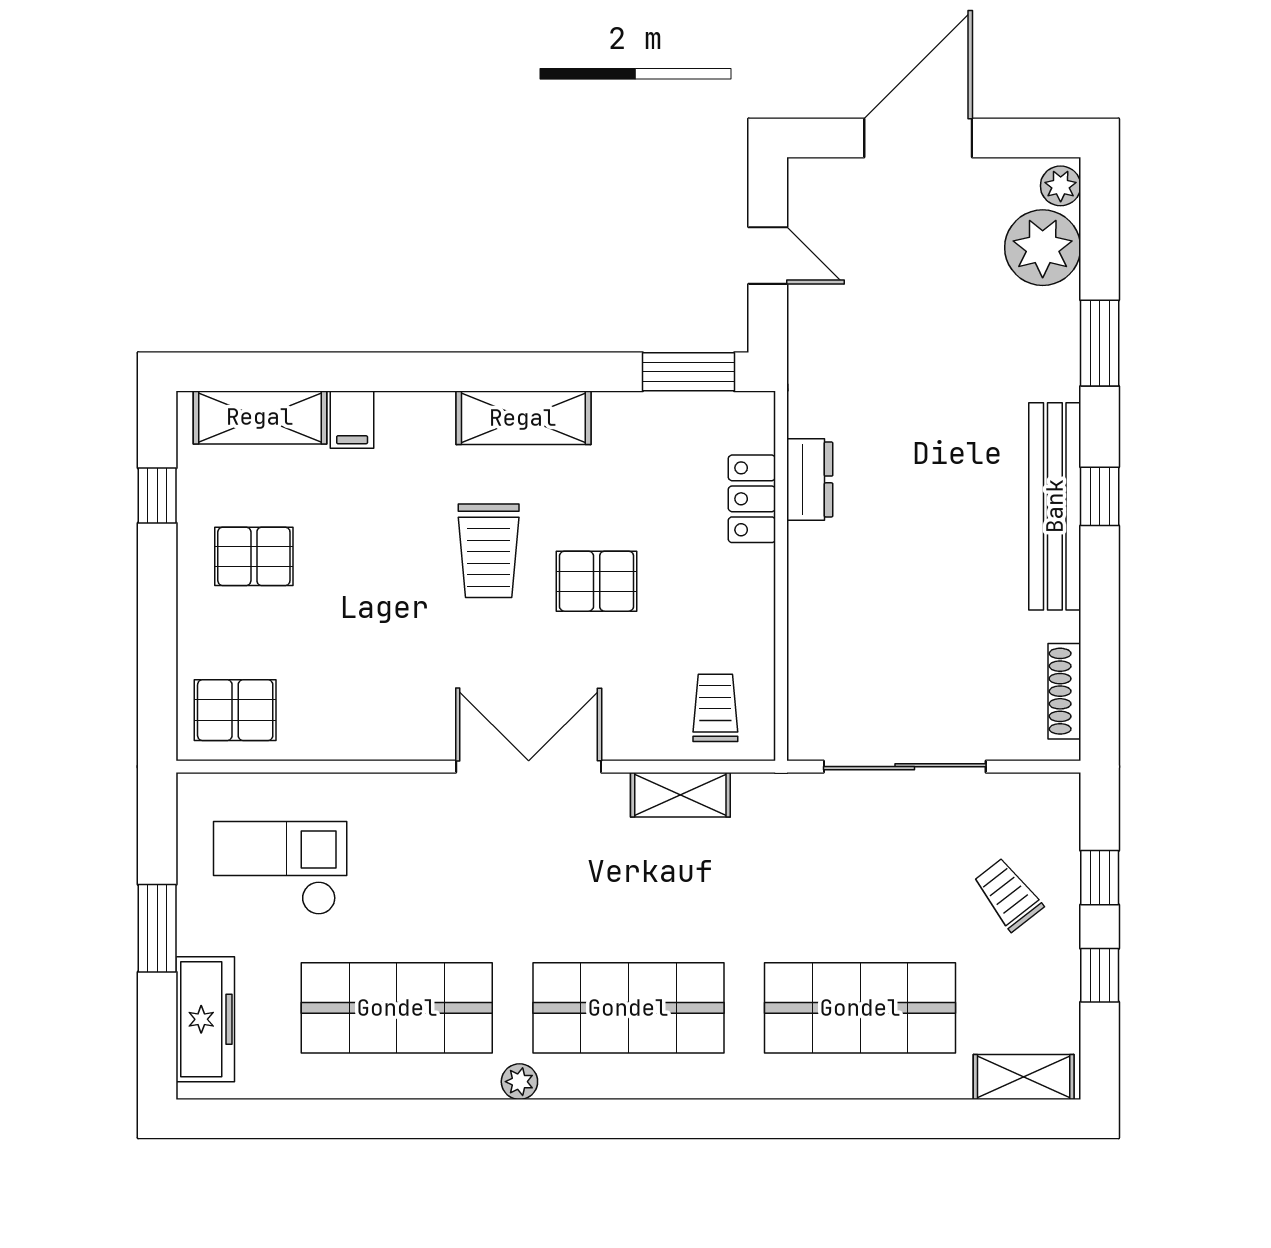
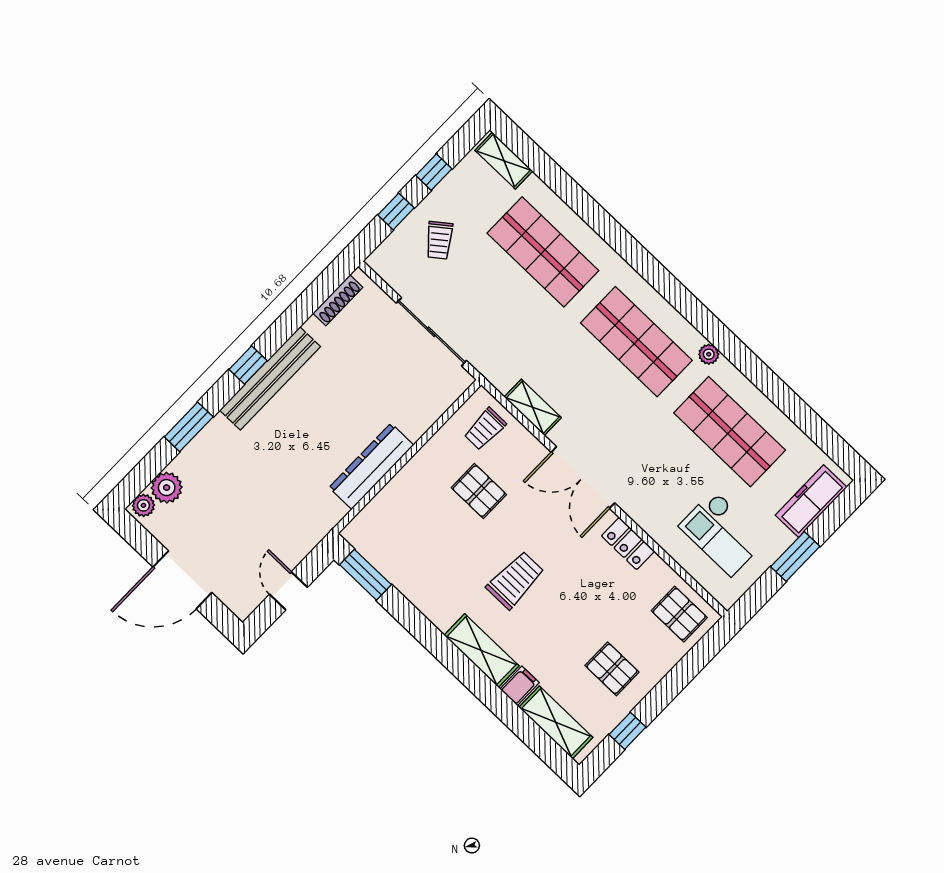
plant: (1043, 248) -> (167, 488), width x0.73, depth x0.73
shelving: (523, 418) -> (481, 651), moved
dresser: (810, 479) -> (371, 466), width x1.96, depth x1.24
locker: (752, 499) -> (628, 544), moved, turned 90
pallet: (597, 581) -> (479, 491), moved

